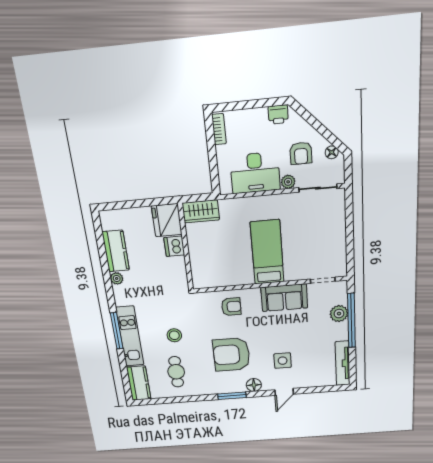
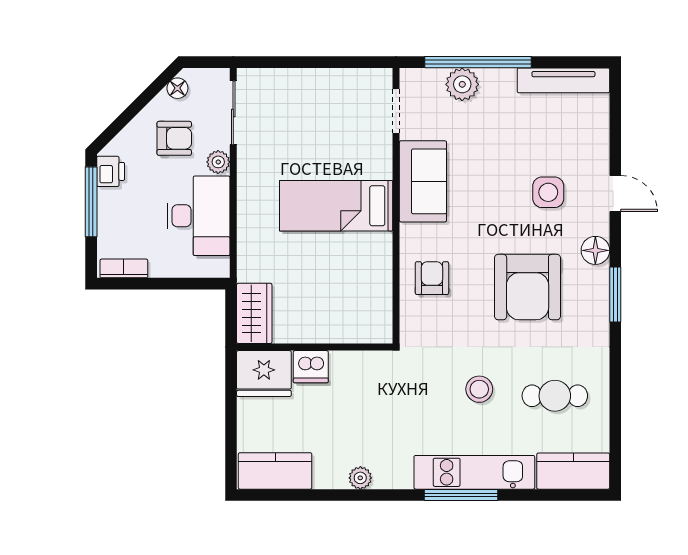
window: (258, 104) -> (91, 202), added
kitchen counter: (116, 251) -> (275, 471), moved

